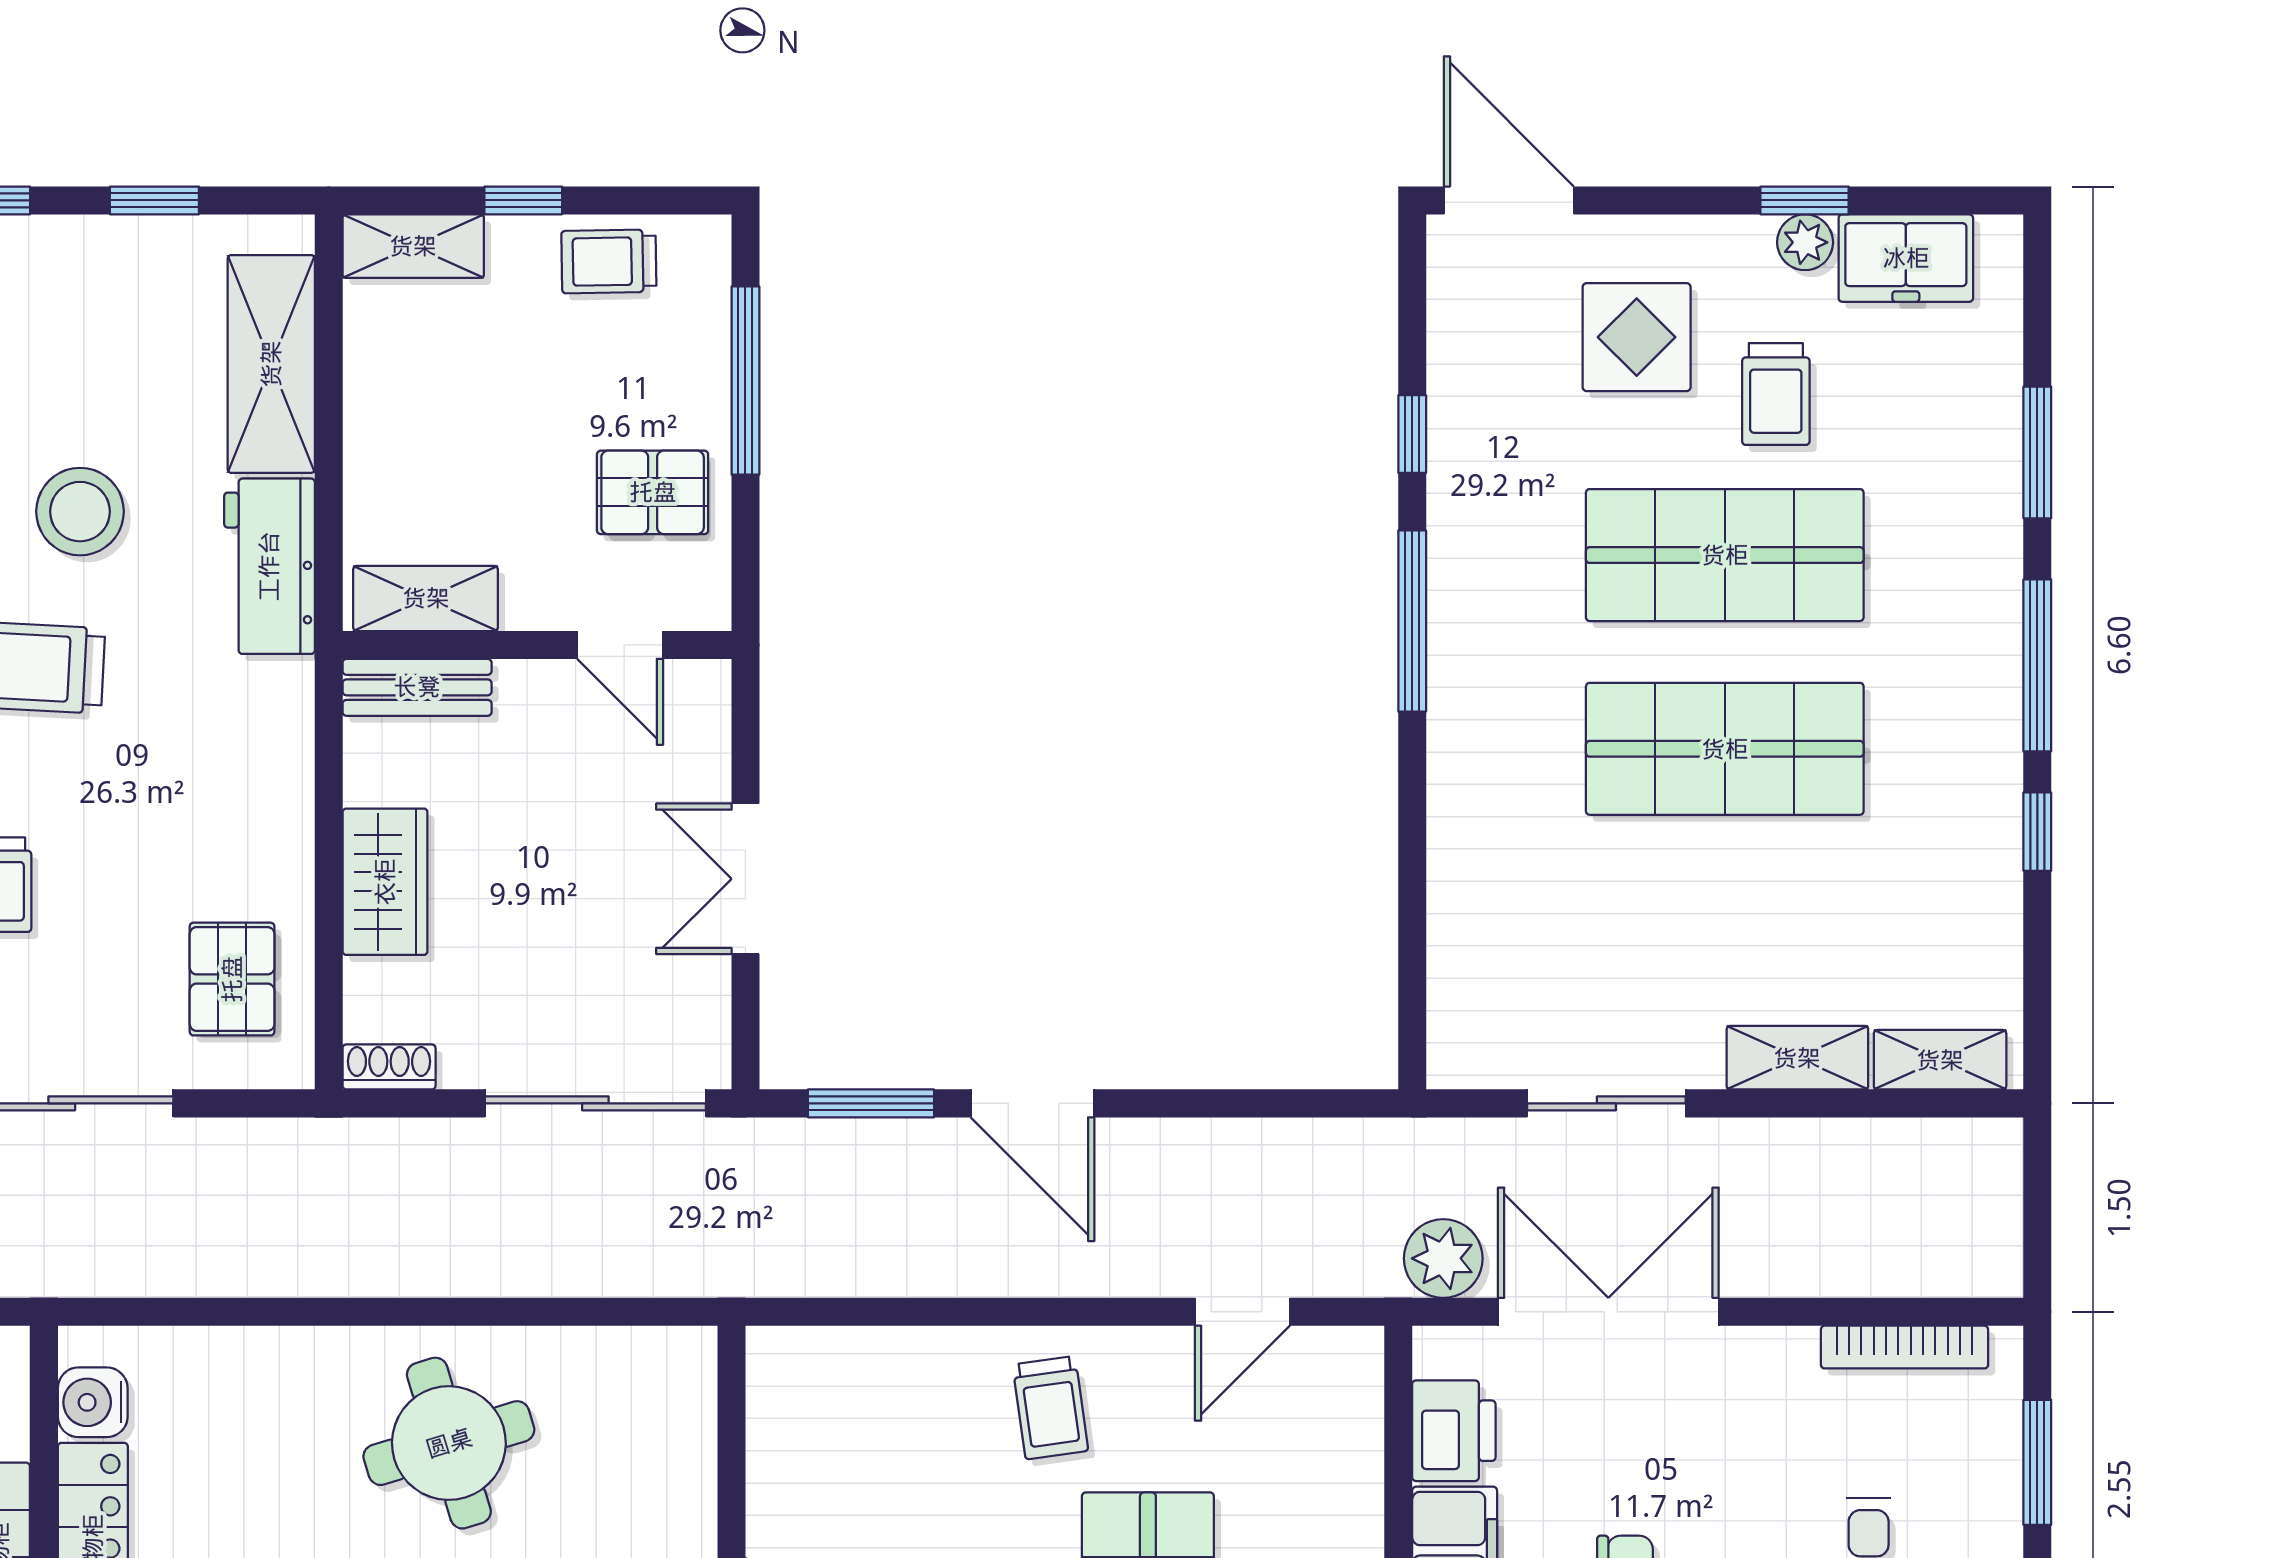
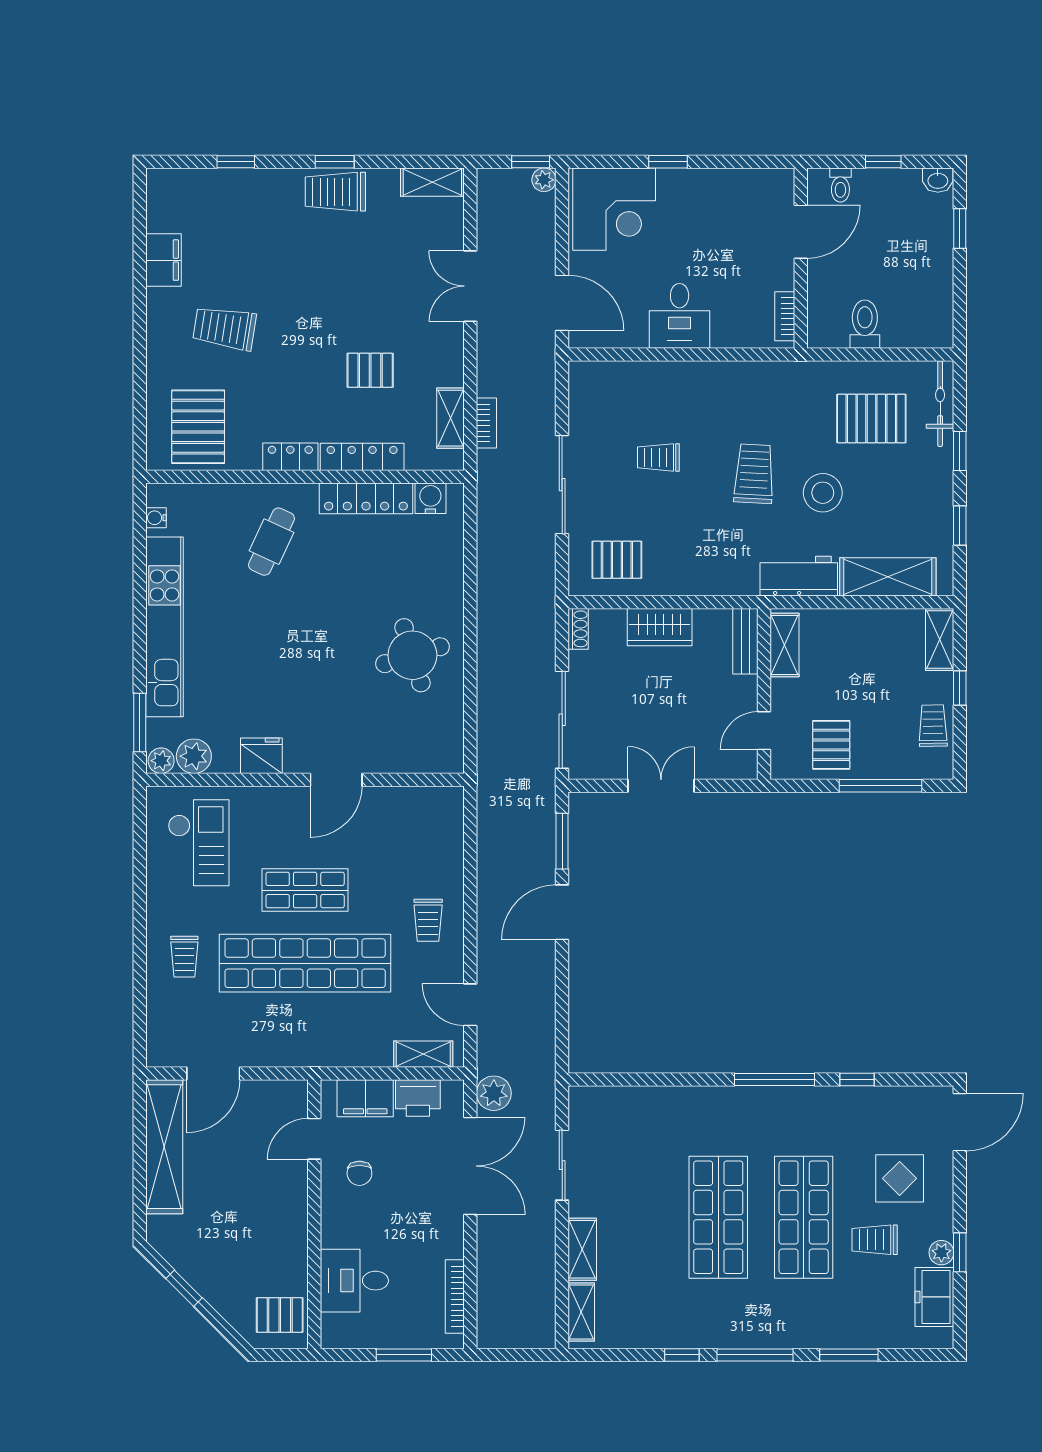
trolley: (1050, 1408) -> (428, 920), turned -82
shelving: (1354, 1418) -> (423, 1054), added

